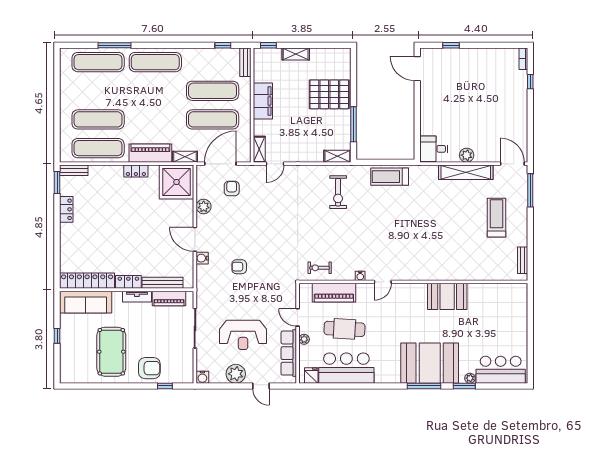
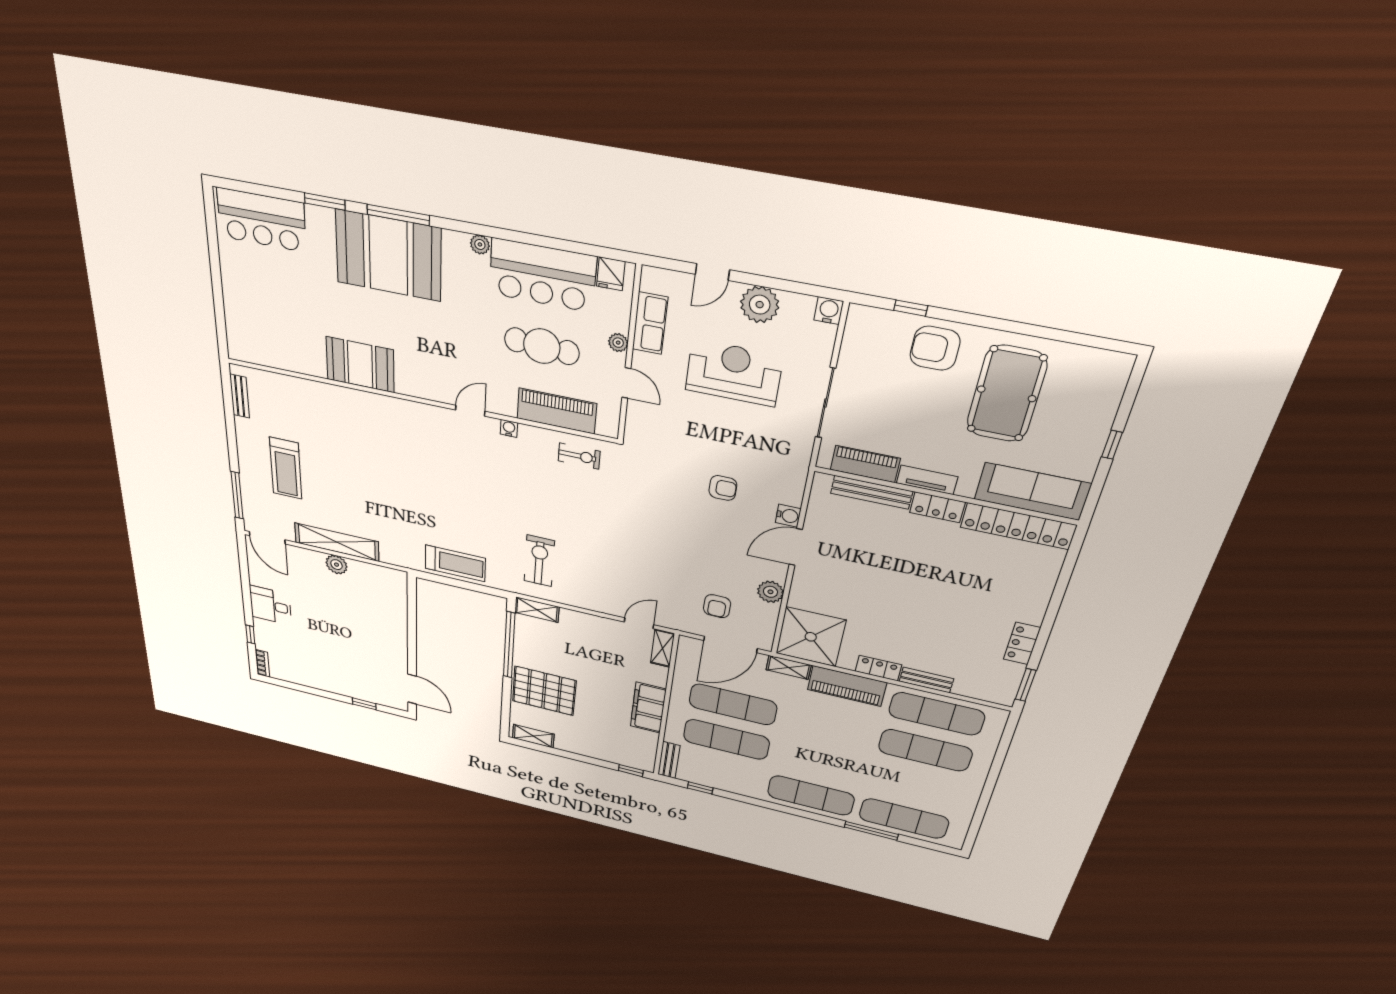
shelving: (296, 54) -> (533, 736), moved
window: (354, 124) -> (509, 645), width x1.46
desk: (434, 149) -> (271, 605), moved, turned 180
bench: (74, 170) -> (926, 680), moved
door: (195, 239) -> (796, 547), swing flipped
row of seats: (289, 353) -> (650, 323), width x0.68
plant: (470, 378) -> (480, 244), moved
door: (261, 386) -> (712, 272), swing flipped

